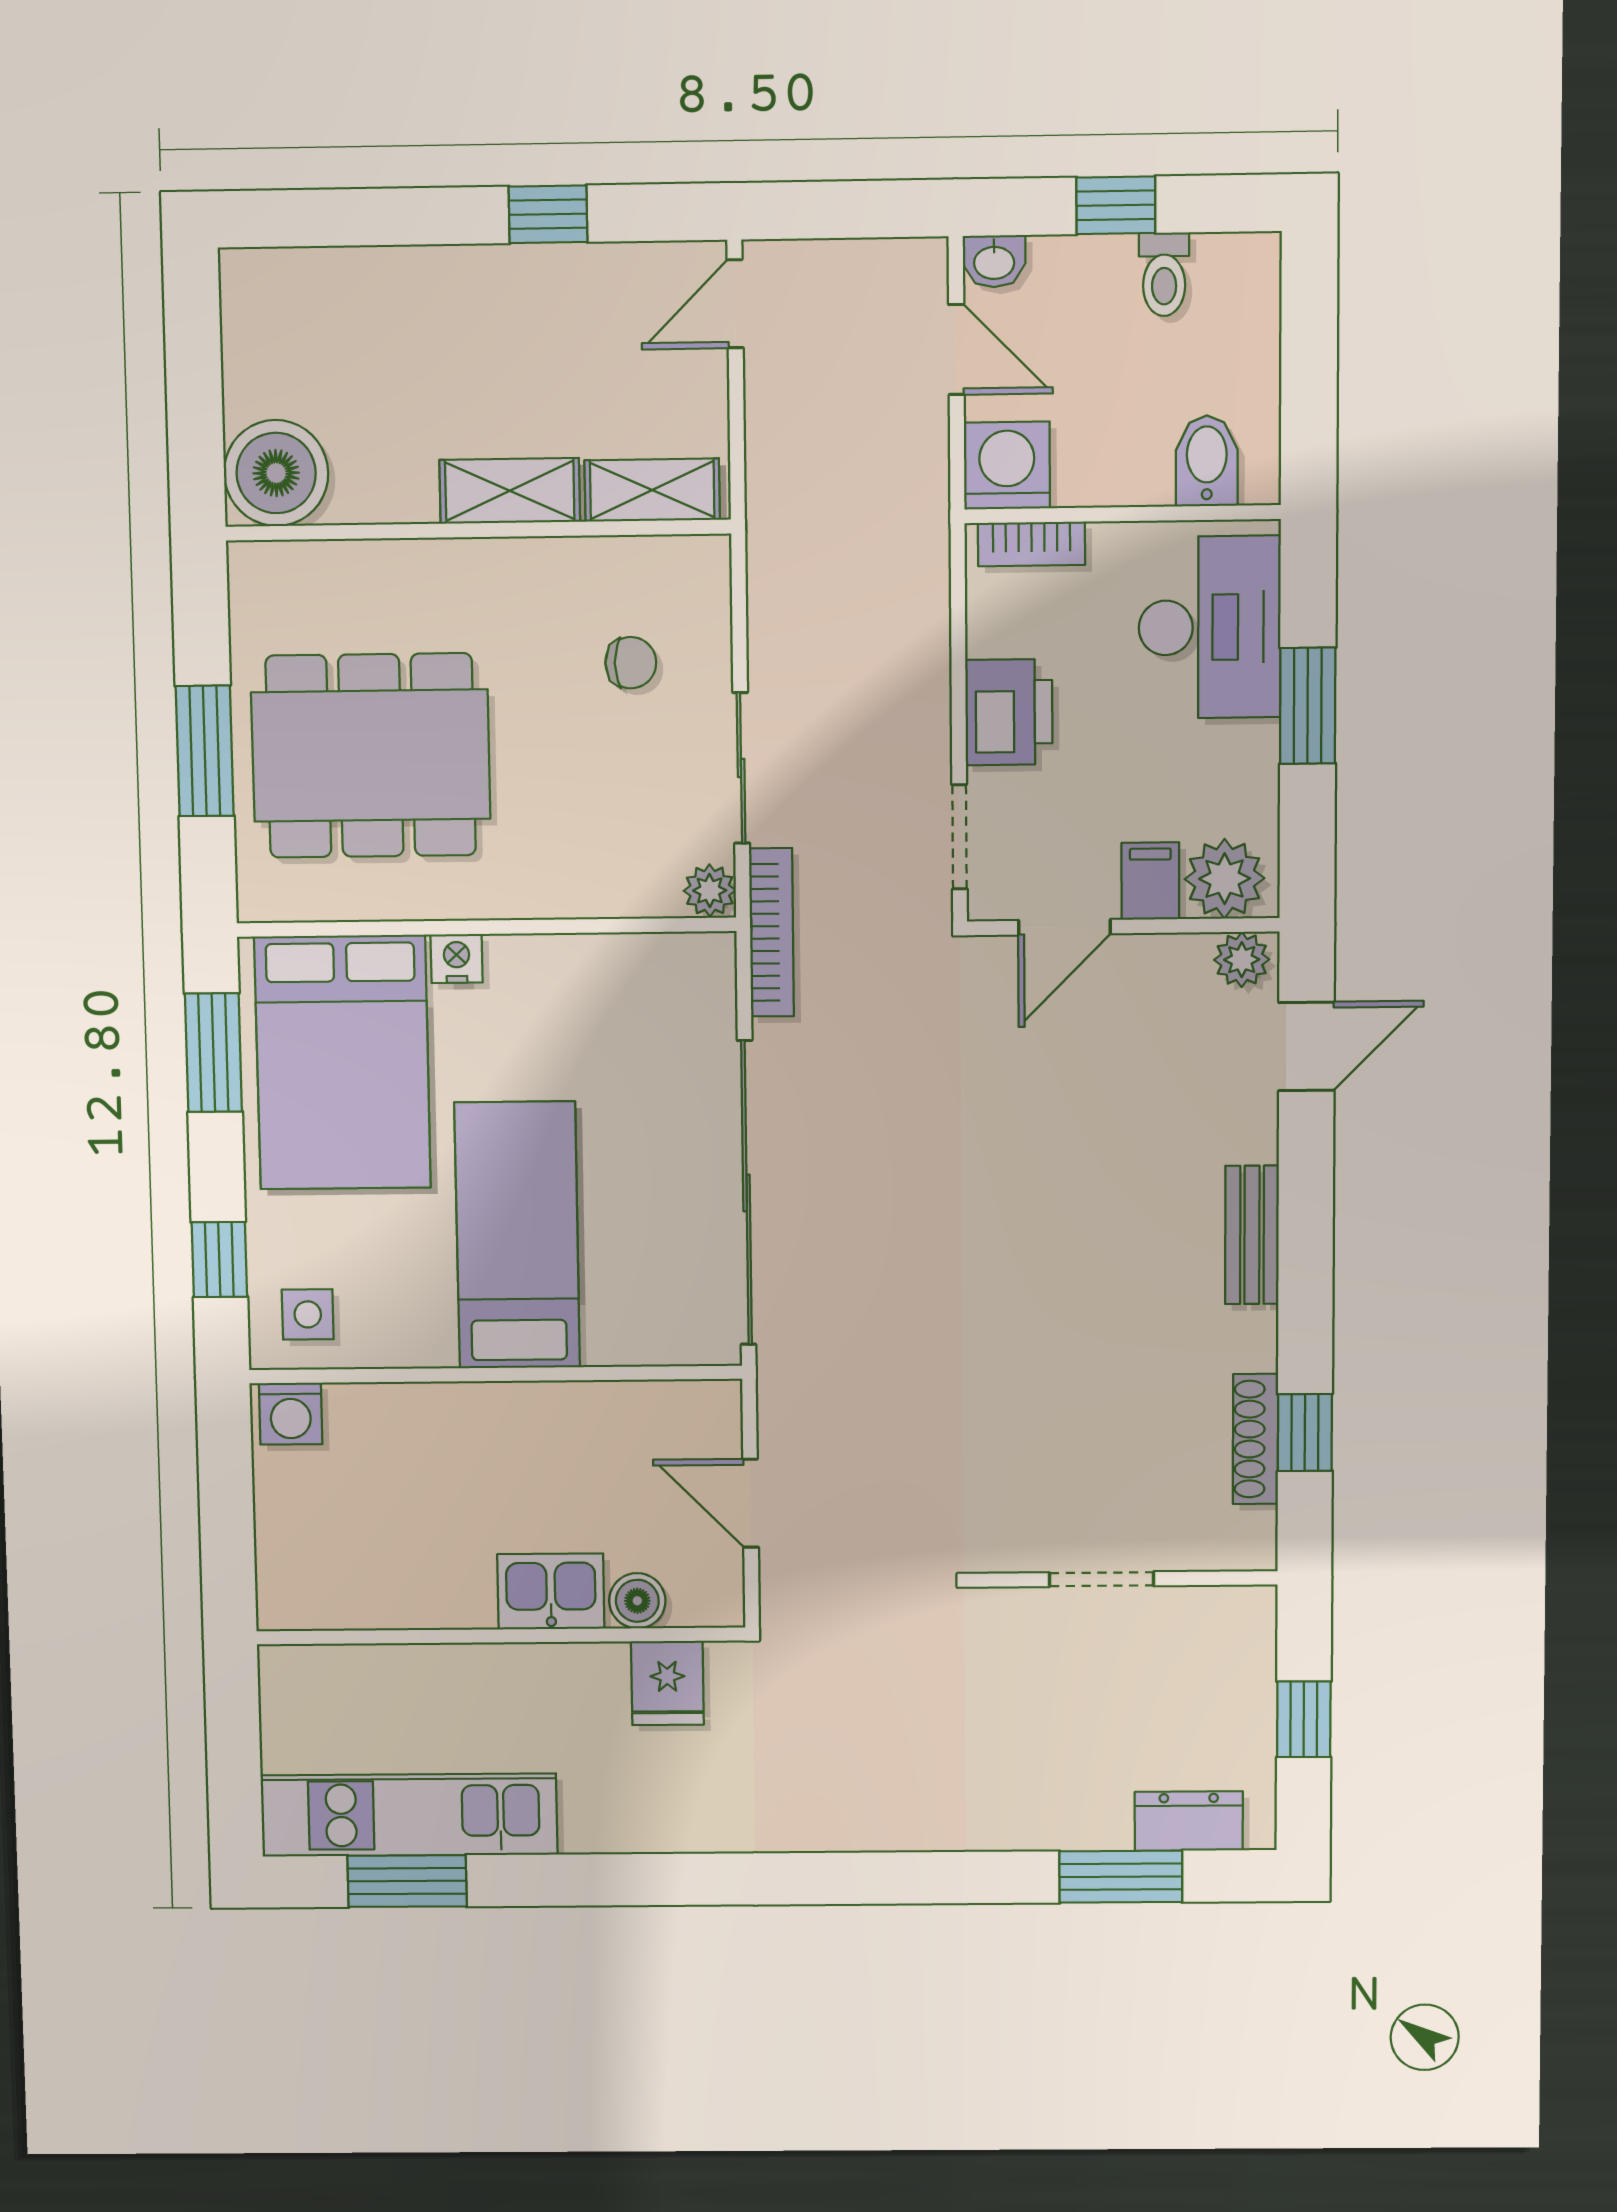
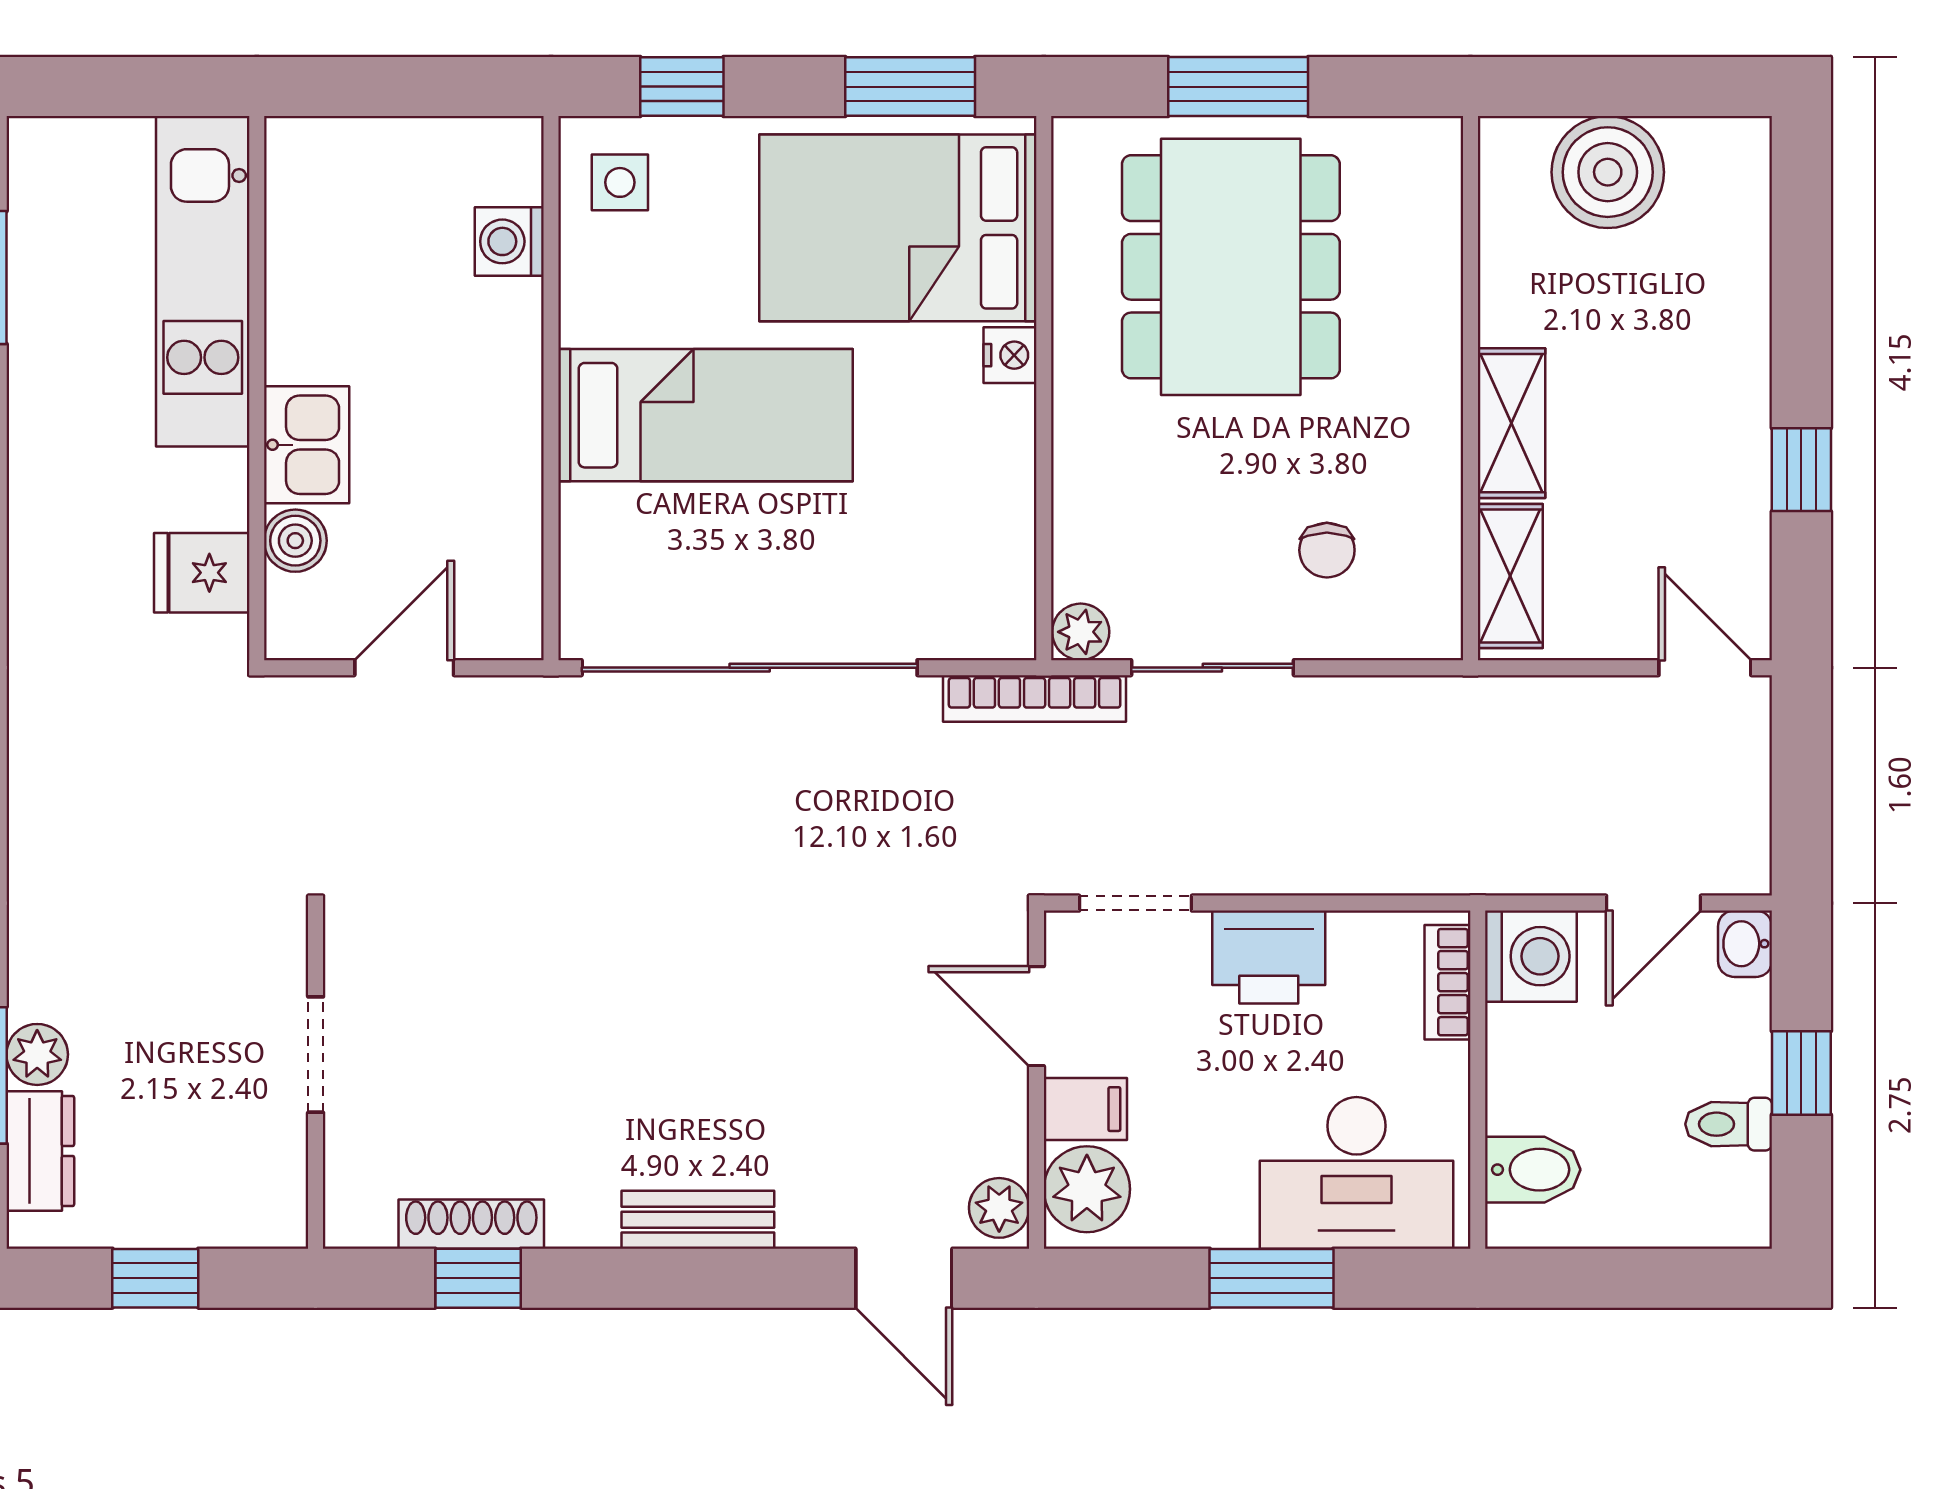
boiler: (276, 473) -> (1608, 172), moved
washing machine: (291, 1414) -> (509, 241), moved
kitchen unit: (409, 1815) -> (203, 281), moved, turned 180
plant: (1102, 1824) -> (37, 1054), added

